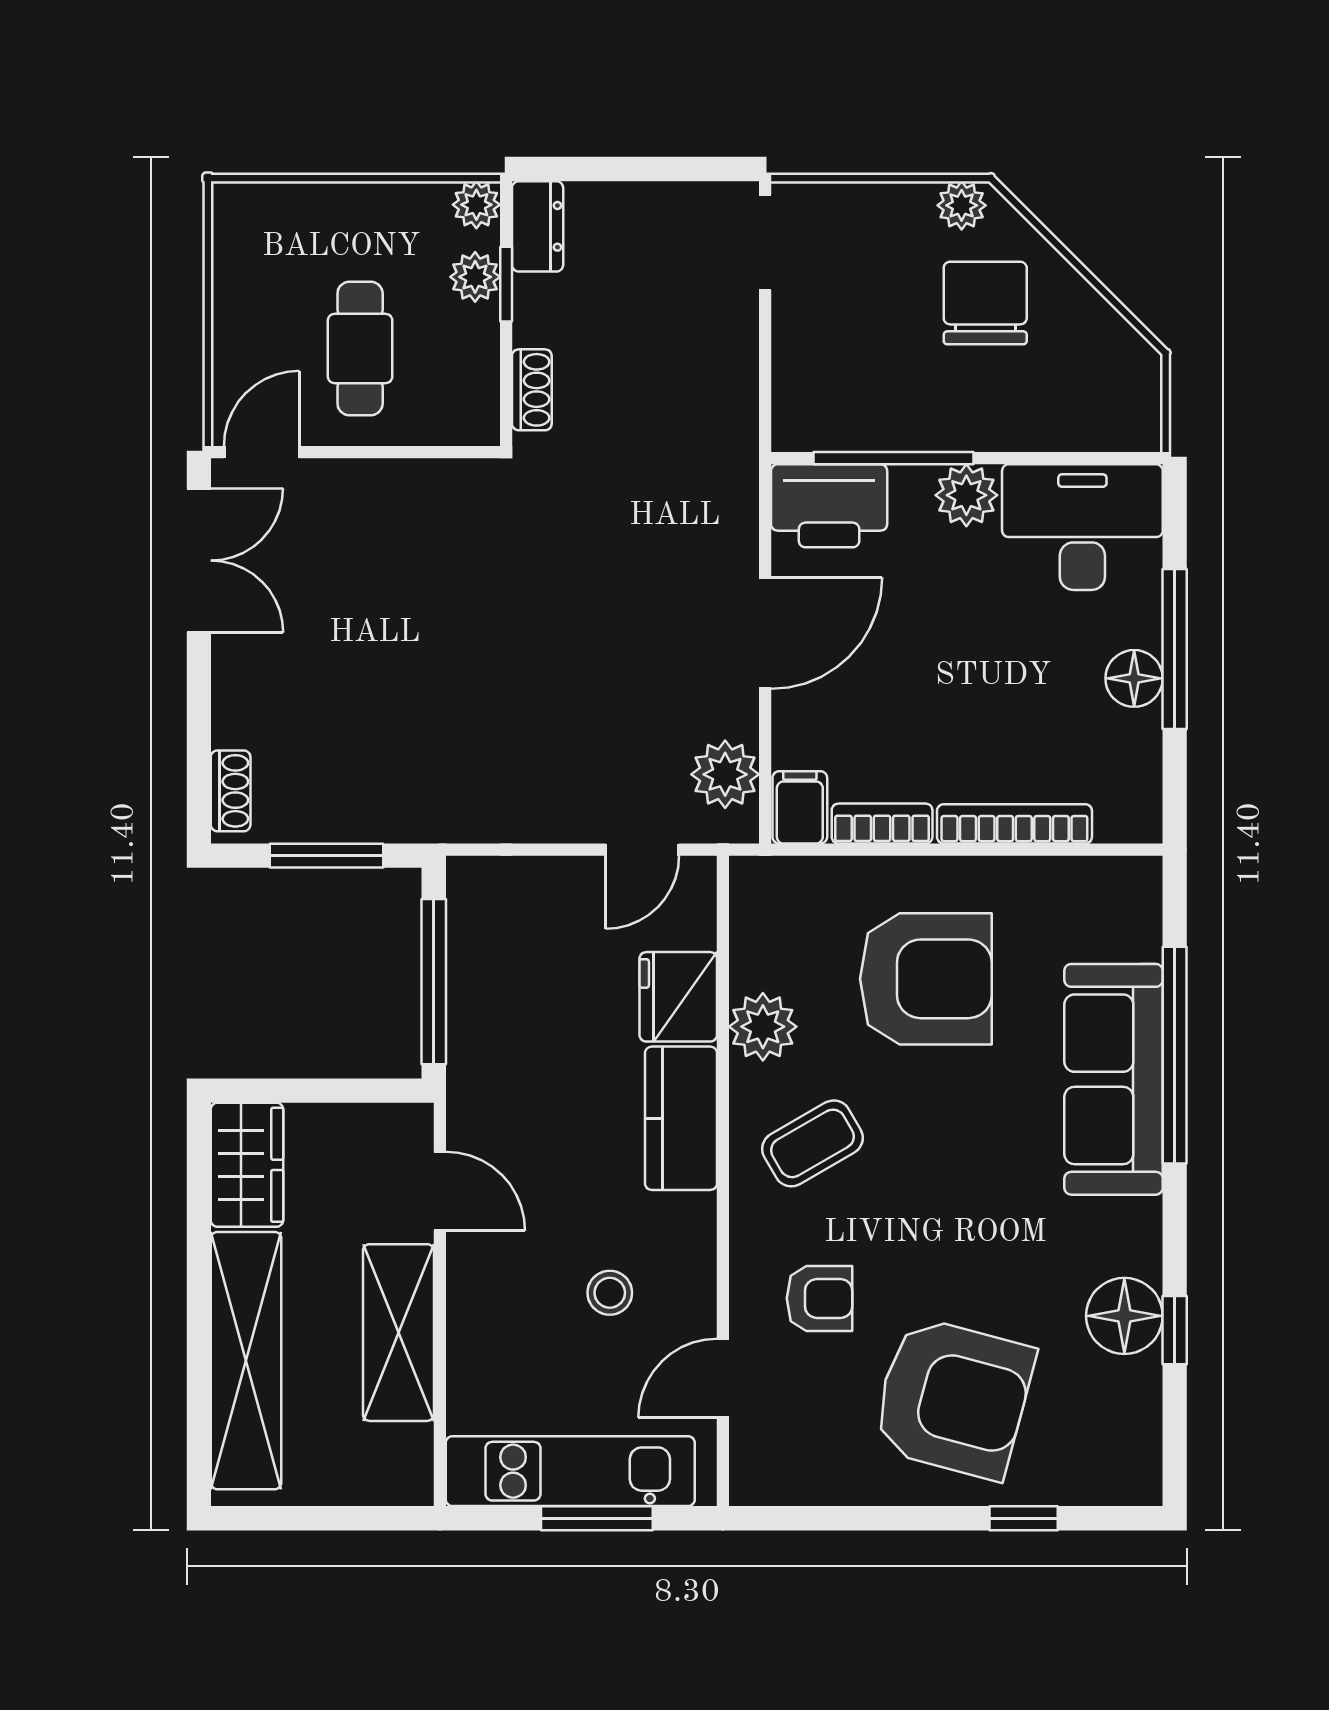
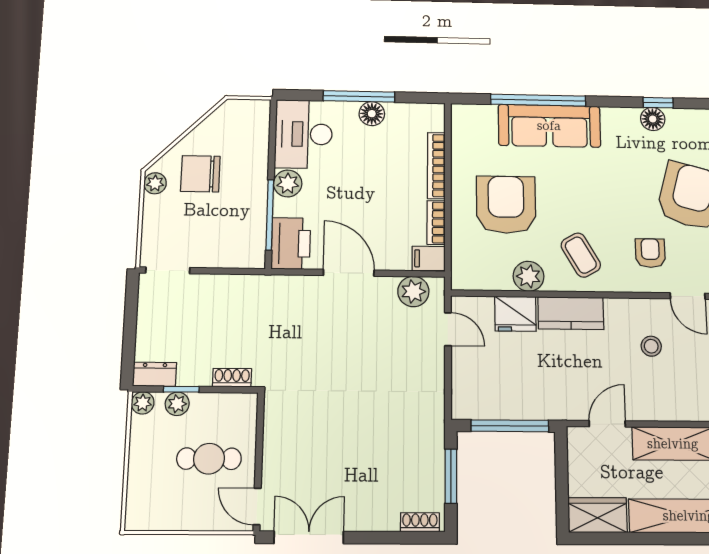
floor lamp: (1124, 1316) -> (653, 119), width x0.73, depth x0.73

